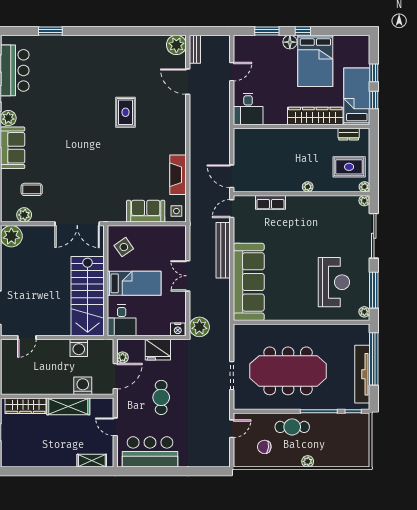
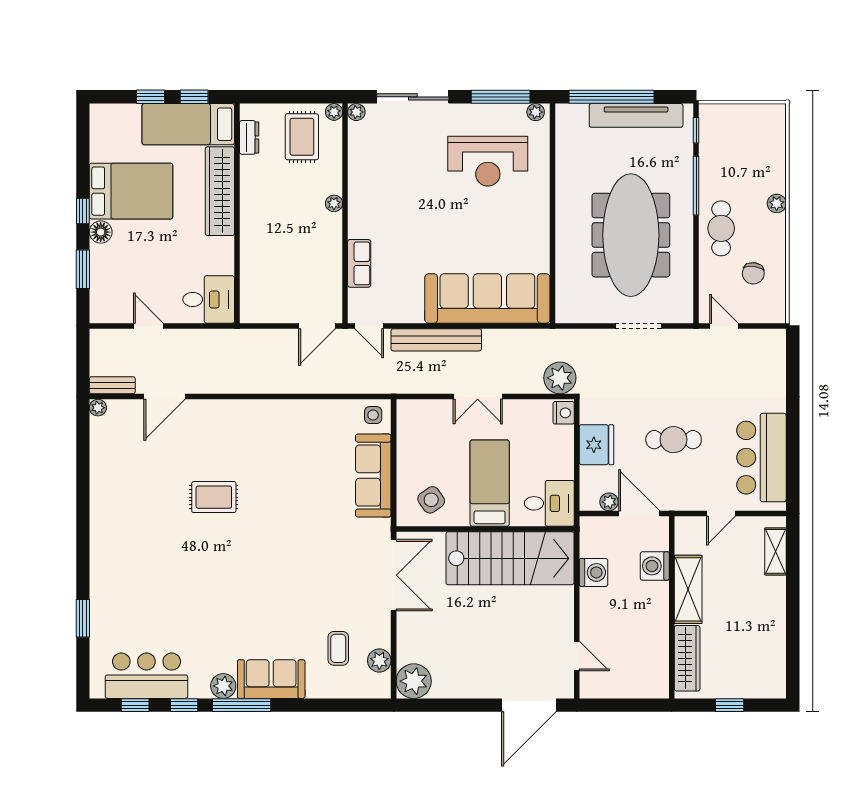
plant: (176, 45) -> (98, 408), width x0.53, depth x0.53
fireplace: (178, 175) -> (315, 412), removed
sofa: (146, 211) -> (373, 476), width x1.36
reception desk: (334, 282) -> (488, 161), turned 180

